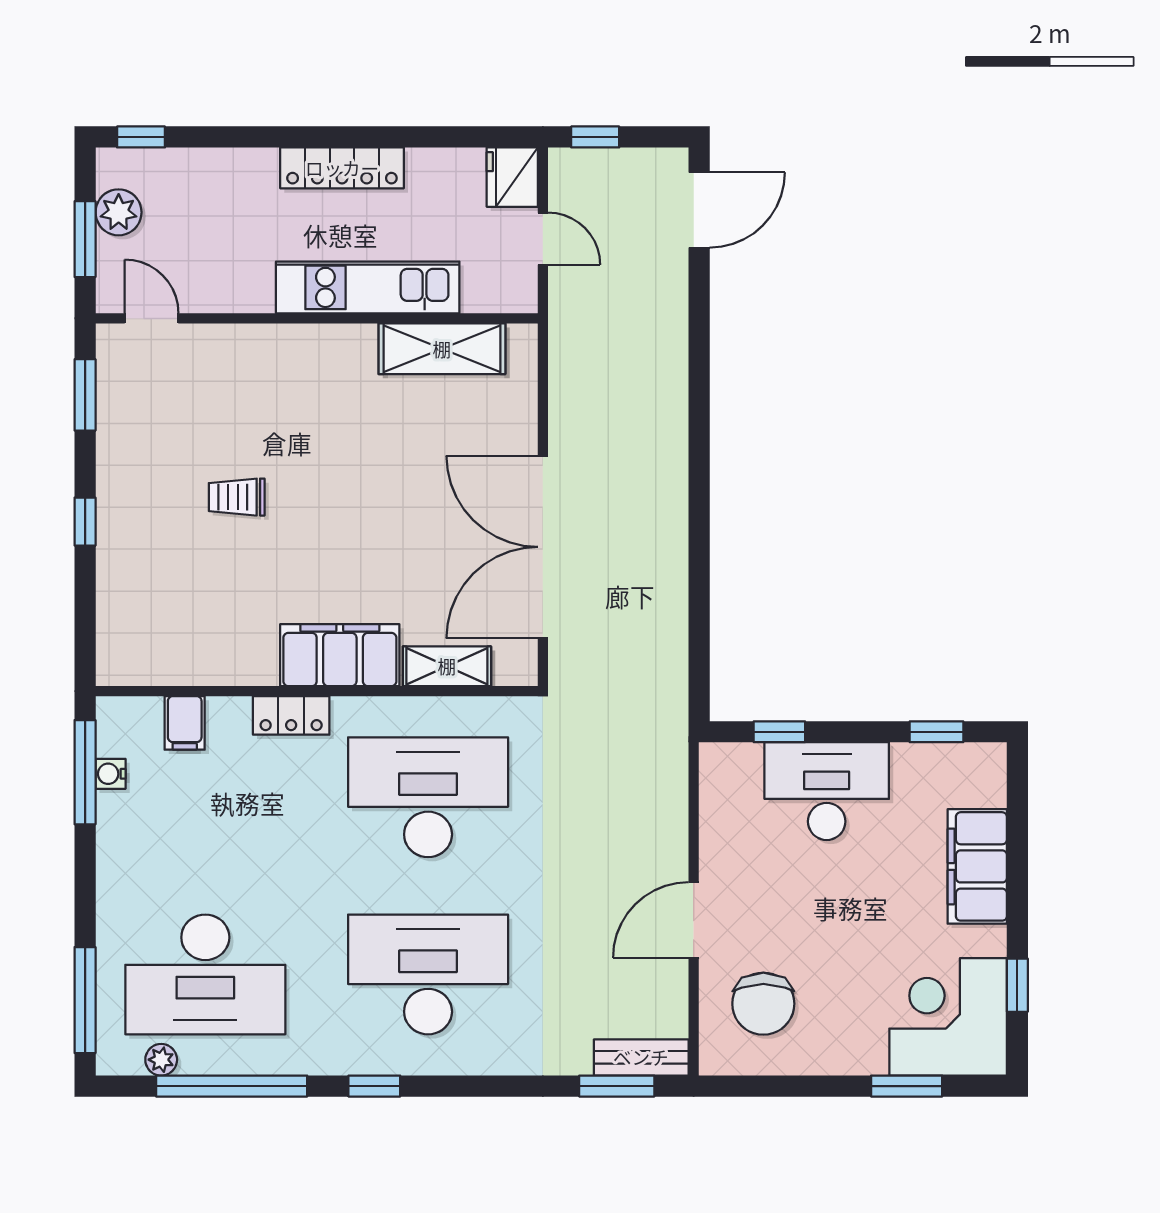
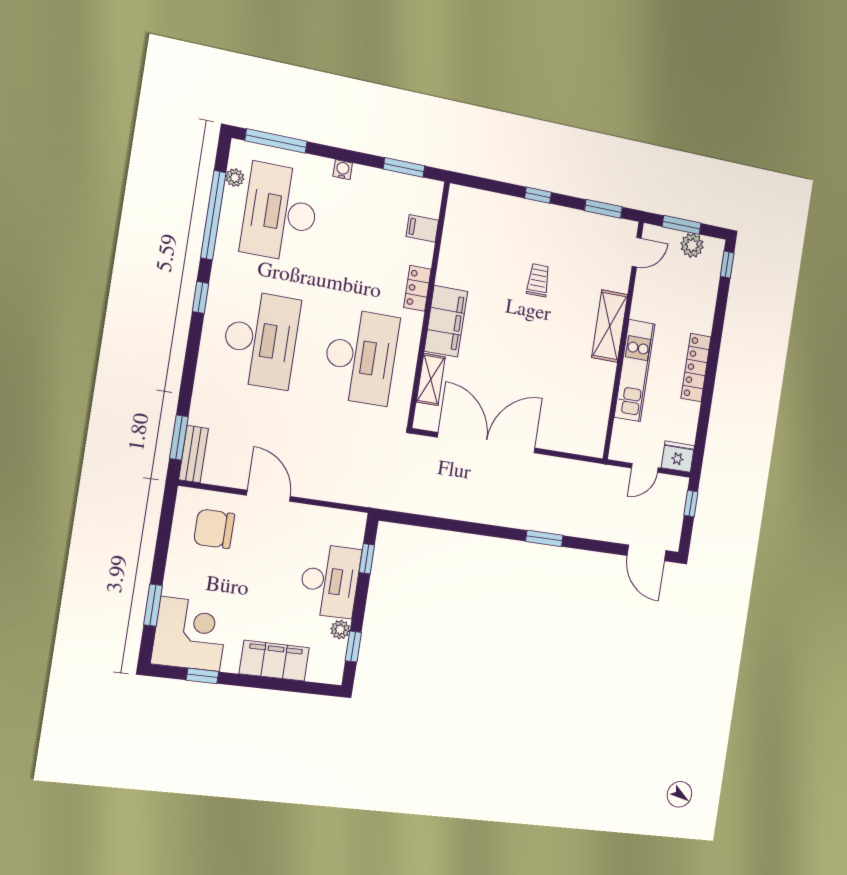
shelving: (442, 349) -> (610, 326), moved
window: (699, 412) -> (544, 538), added
plant: (910, 759) -> (340, 630), added
window: (85, 772) -> (404, 167), width x0.69
water cooler: (111, 774) -> (343, 170), moved

